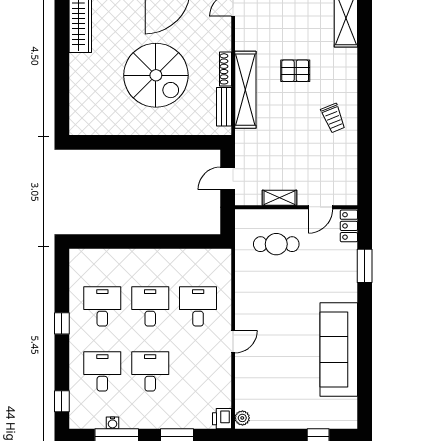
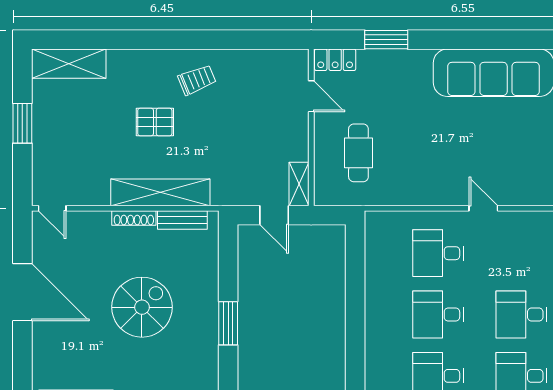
pallet: (295, 71) -> (155, 122), moved, turned 90
spiral stairs: (156, 75) -> (142, 307), width x0.73, depth x0.73
window: (143, 142) -> (228, 323), added
shelving: (279, 198) -> (299, 184), moved

